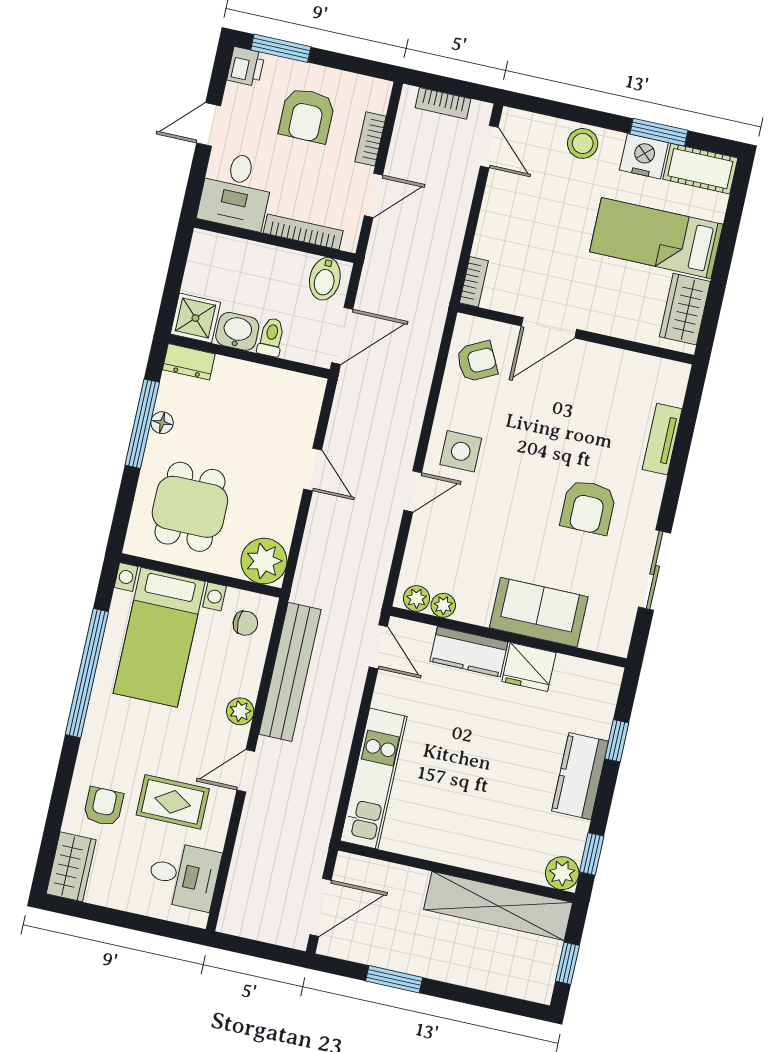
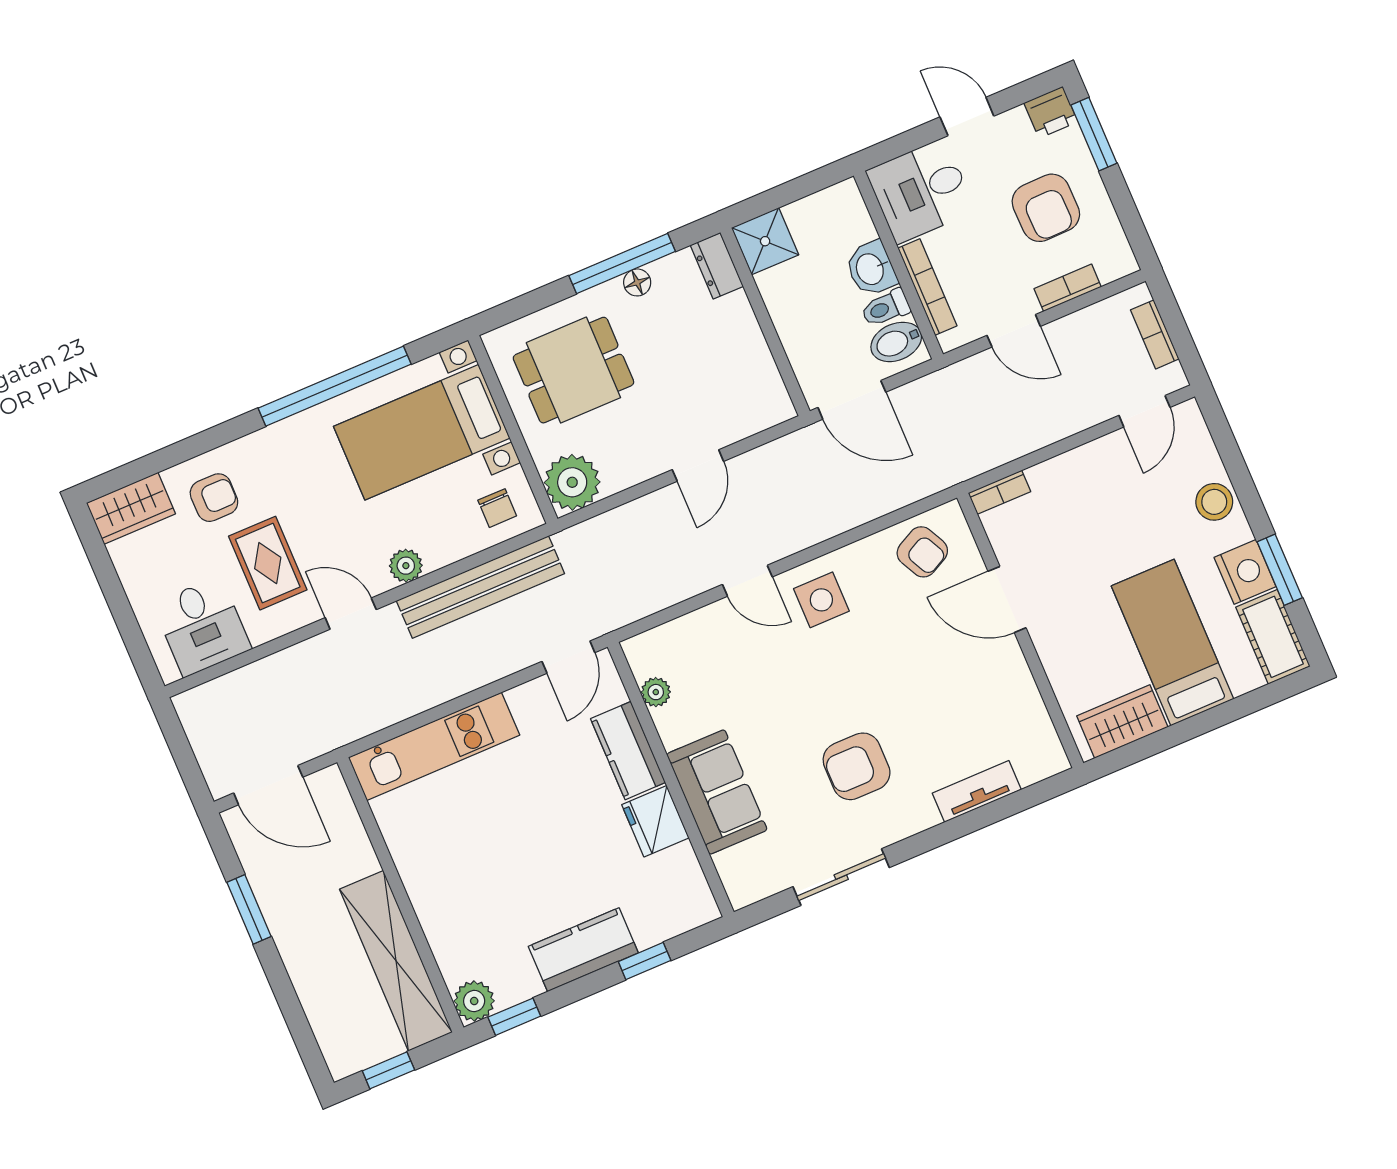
armchair: (307, 115) -> (1046, 208), turned -91
washbasin: (237, 331) -> (871, 269), moved, turned 180
toilet: (271, 337) -> (886, 308), moved, turned 180
plant: (416, 598) -> (644, 661), removed

